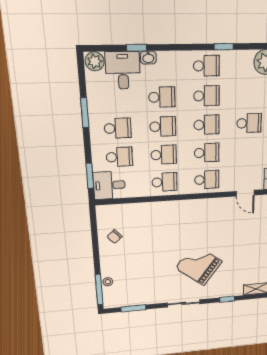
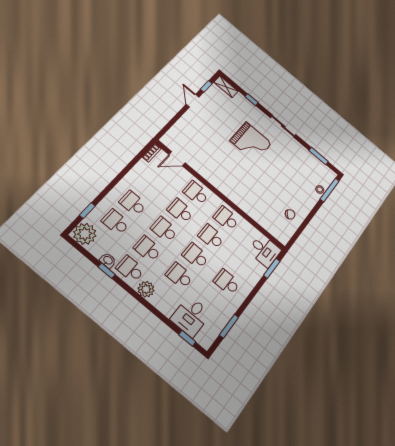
window: (137, 48) -> (187, 338), moved
washbasin: (148, 58) -> (108, 260), moved
plant: (95, 61) -> (146, 289), moved
window: (85, 113) -> (229, 326), moved
school desk: (119, 157) -> (116, 222), moved
door: (245, 193) -> (177, 159), swing flipped
grand piano: (199, 265) -> (251, 142), turned -37

